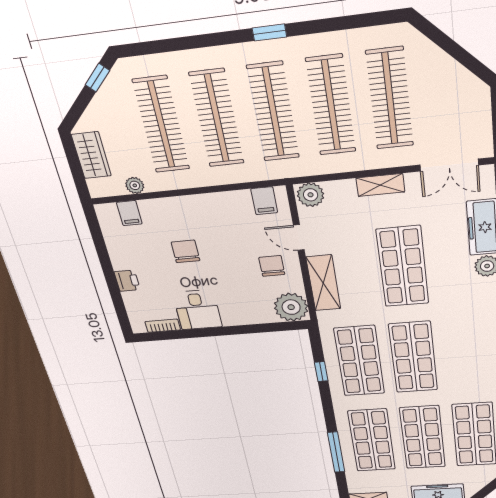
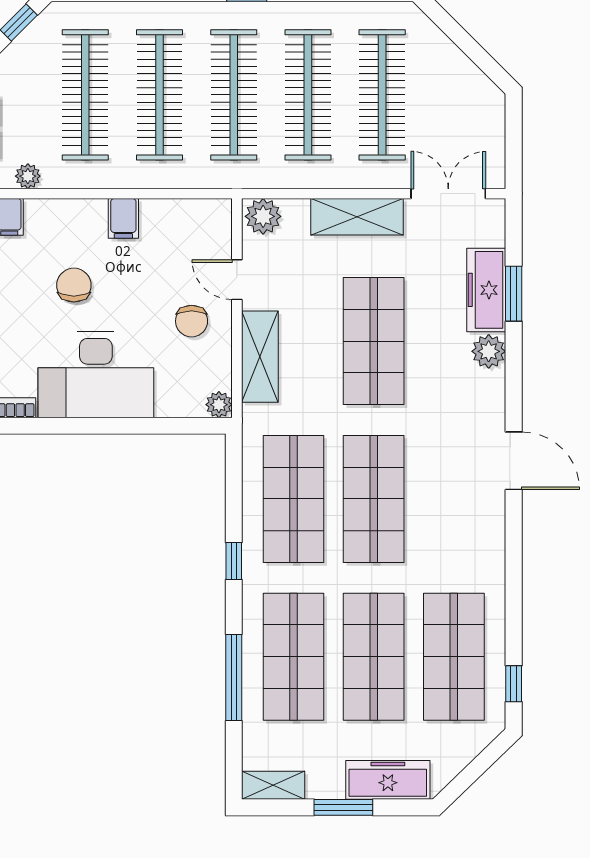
double door: (449, 165) -> (448, 194), swing flipped
shelving: (380, 185) -> (357, 217), width x1.50, depth x1.33
filing cabinet: (264, 201) -> (123, 218), moved
chair: (272, 266) -> (192, 321), turned 180
plant: (291, 307) -> (219, 405), width x0.53, depth x0.53
desk: (197, 310) -> (96, 375), width x1.87, depth x1.30
window: (321, 372) -> (234, 561), moved

